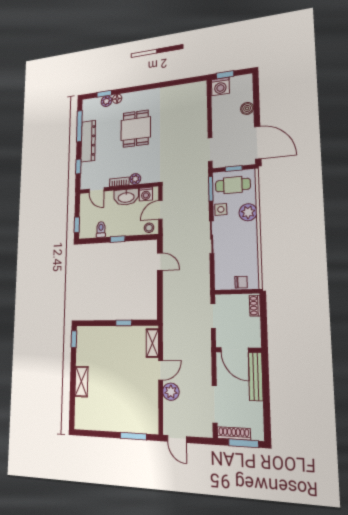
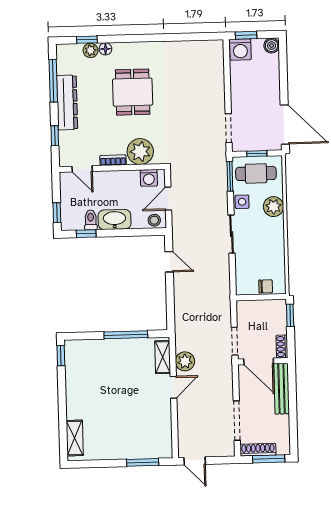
boiler: (247, 108) -> (272, 46), moved
plant: (135, 179) -> (140, 152), width x1.88, depth x1.88
washbasin: (126, 197) -> (114, 219), moved, turned 180
window: (118, 239) -> (86, 234), moved
shoe rack: (255, 306) -> (282, 347), moved
window: (263, 308) -> (290, 315), added
doorway: (213, 316) -> (235, 341), moved
window: (124, 323) -> (126, 335), width x2.17
shelving: (81, 381) -> (75, 438), moved
plant: (171, 392) -> (185, 361), moved

